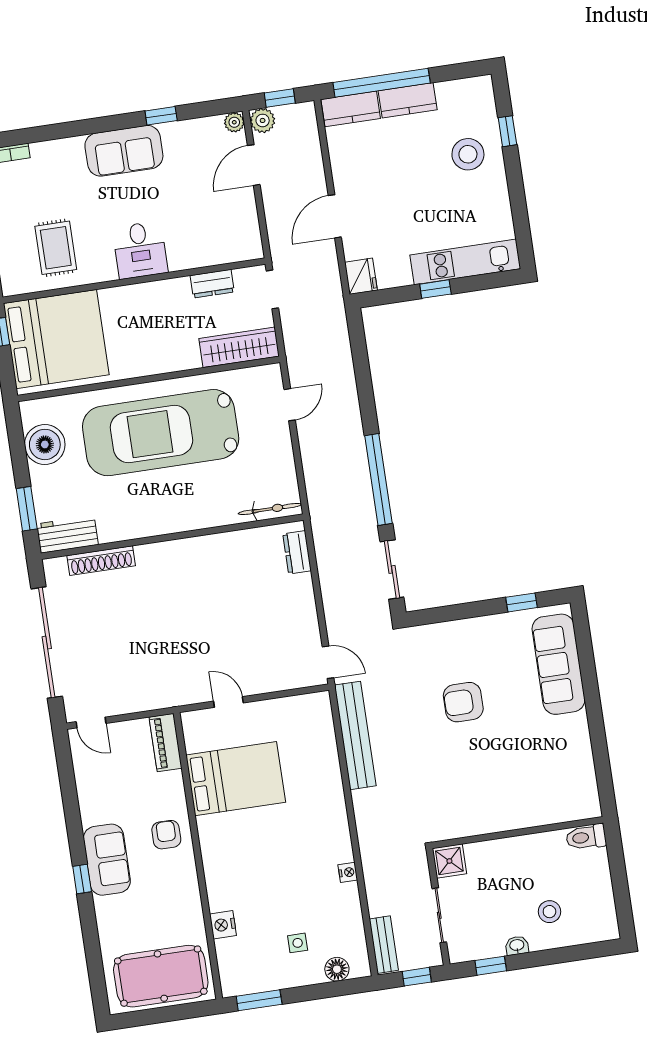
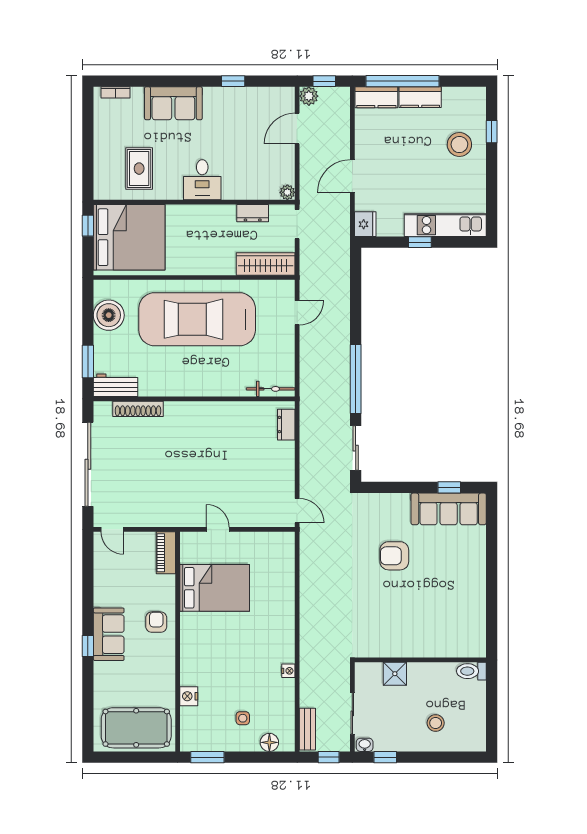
plant: (234, 122) -> (287, 192), moved
sofa: (124, 151) -> (173, 103), moved
sofa: (559, 664) -> (449, 509), moved, turned -90
bench: (355, 735) -> (309, 569), removed
shower: (449, 861) -> (395, 674), moved
washbasin: (517, 946) -> (365, 745), moved

